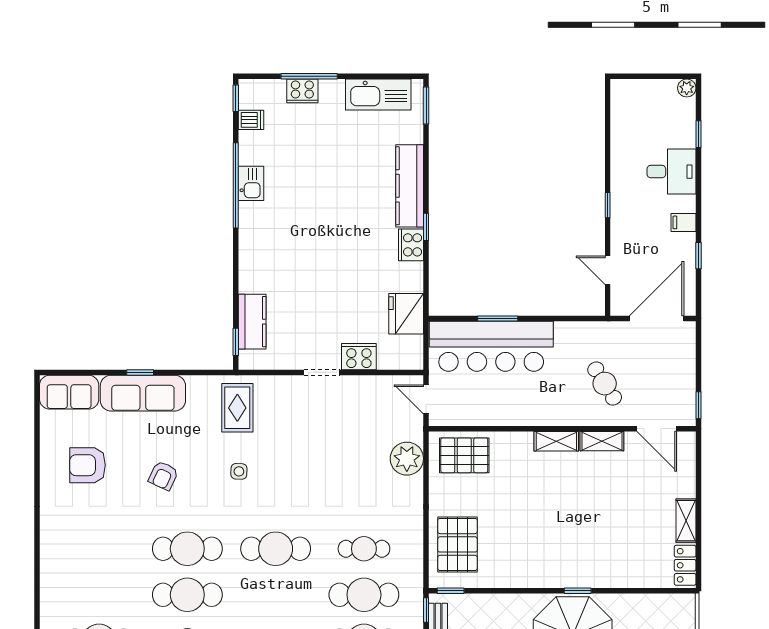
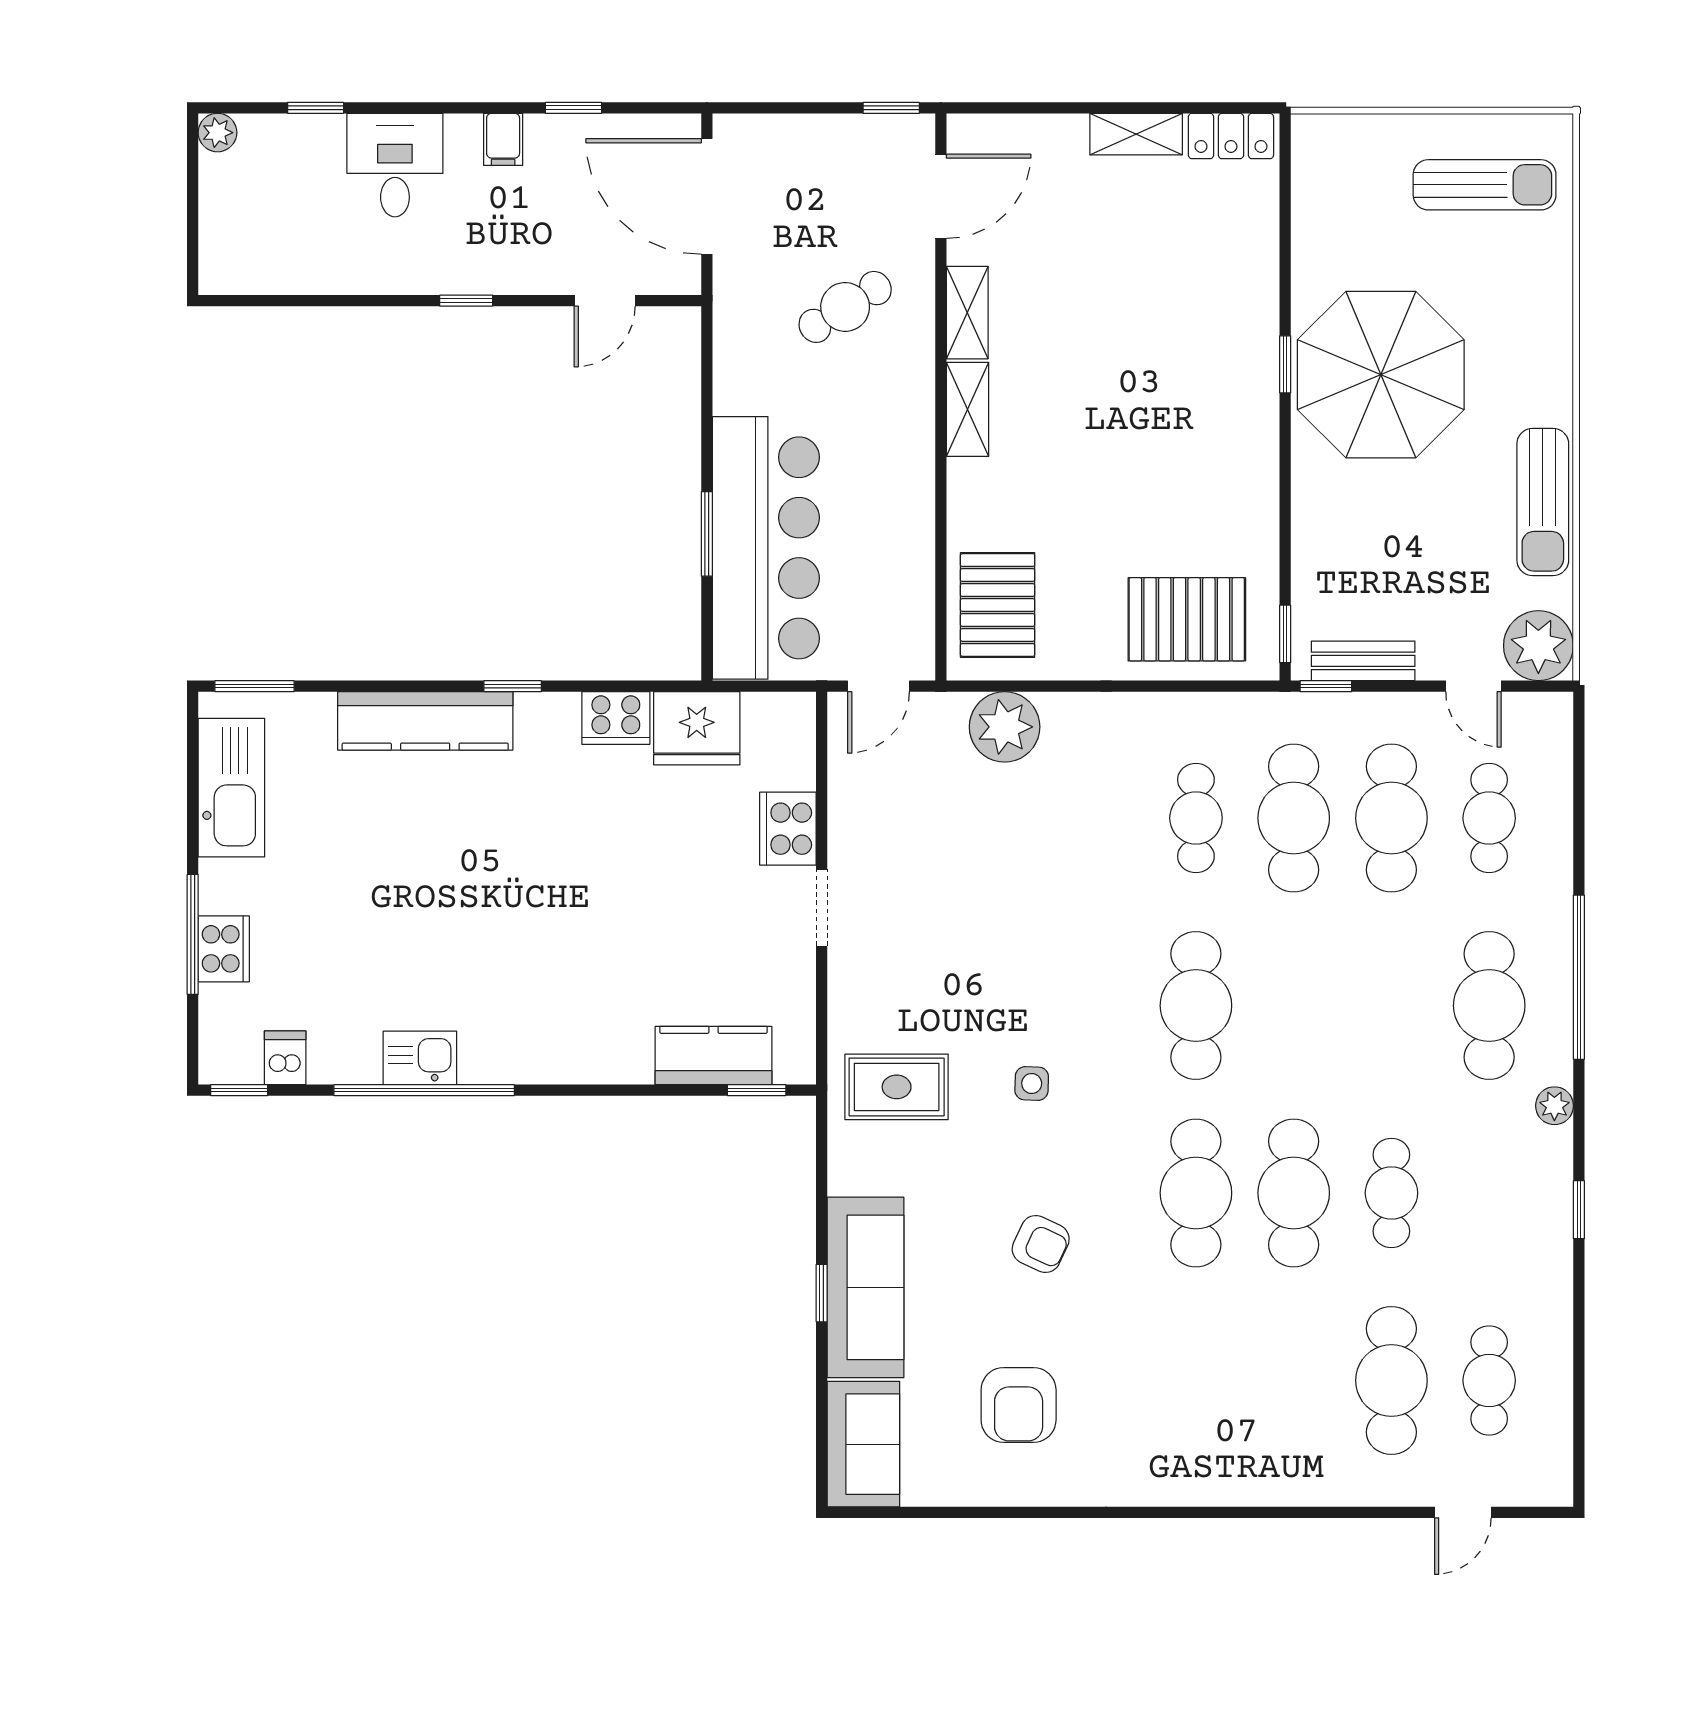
cooker: (411, 245) -> (616, 718), moved

